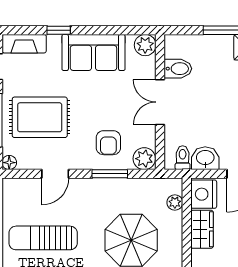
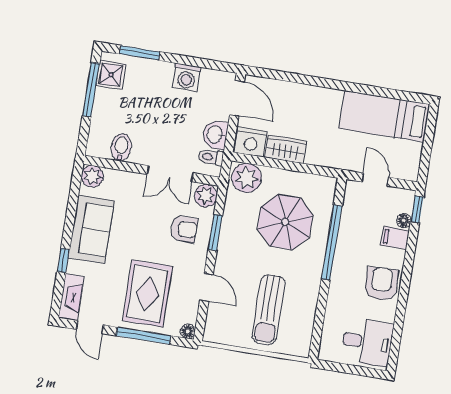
double door: (160, 102) -> (170, 174), moved
plant: (175, 202) -> (247, 178), width x1.88, depth x1.88

